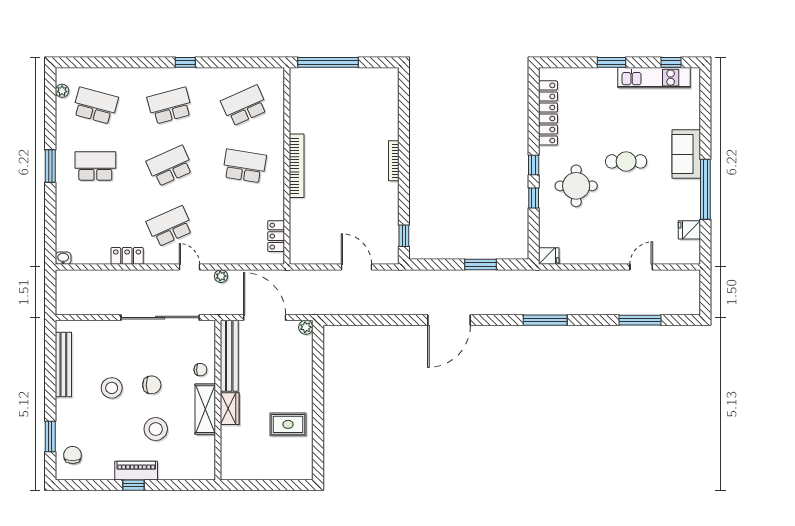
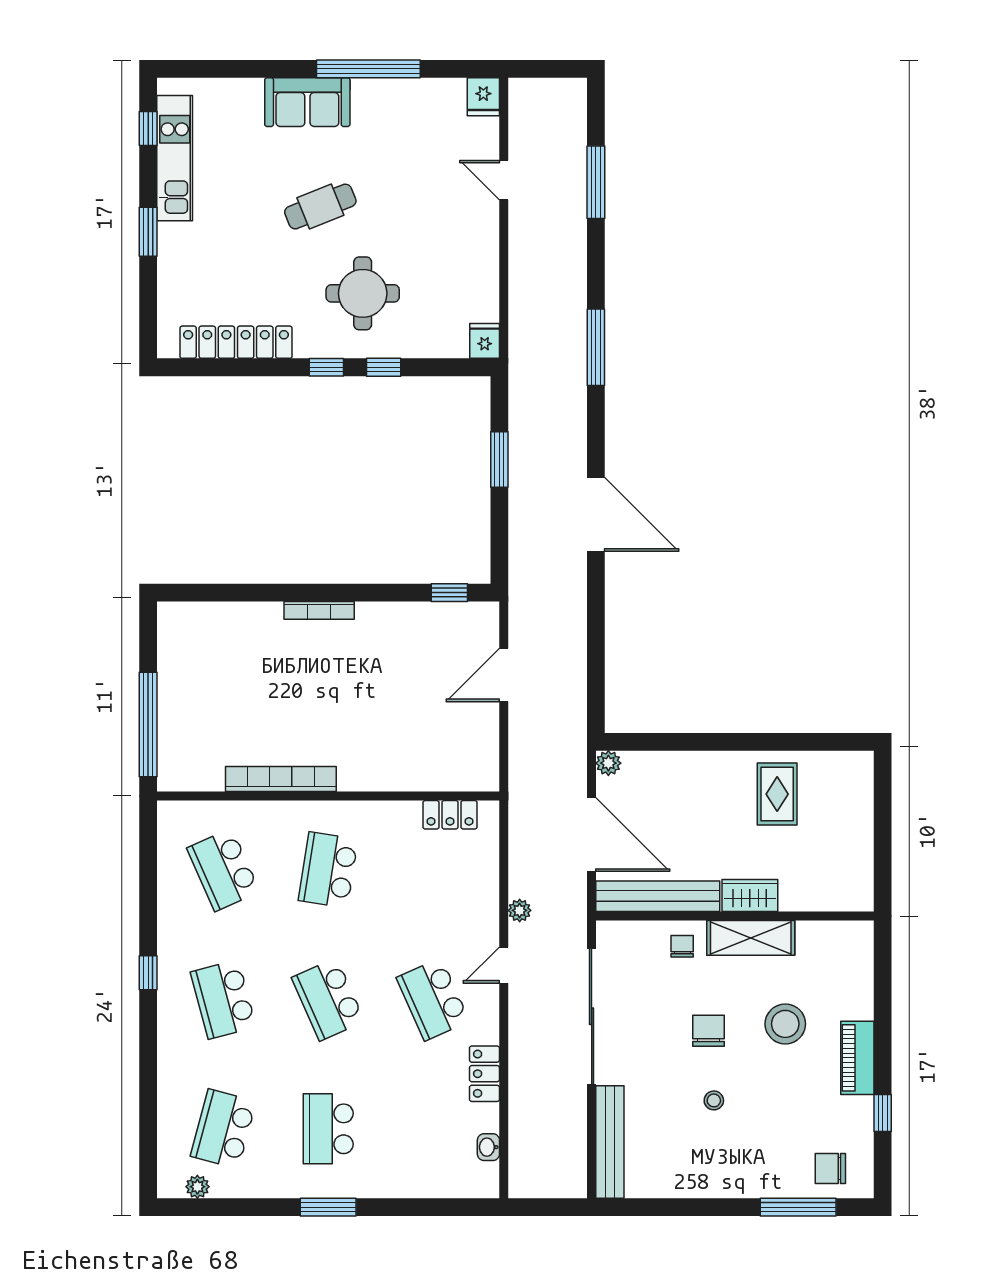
cafe table: (626, 161) -> (320, 207), turned 68
bookcase: (297, 166) -> (281, 779), moved
fridge: (689, 230) -> (483, 97), moved
washbasin: (63, 258) -> (488, 1147), moved
door: (265, 318) -> (592, 835), swing flipped
bench: (63, 364) -> (610, 1142), moved, turned 90
stool: (112, 388) -> (714, 1100), width x0.53, depth x0.53
window: (50, 436) -> (798, 1207), width x1.44
window: (133, 485) -> (883, 1113), moved

